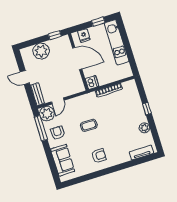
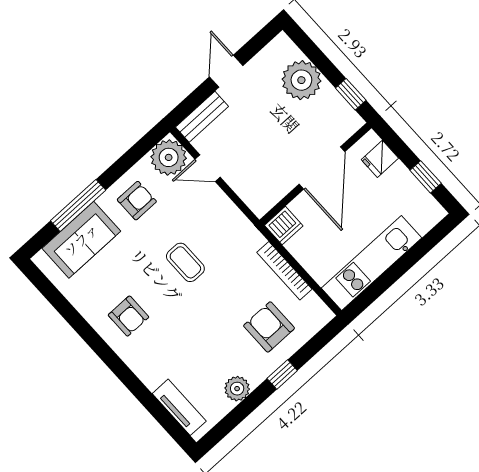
kitchen unit: (116, 42) -> (372, 263), moved
armchair: (127, 105) -> (269, 327), added
window: (41, 128) -> (78, 205), moved

